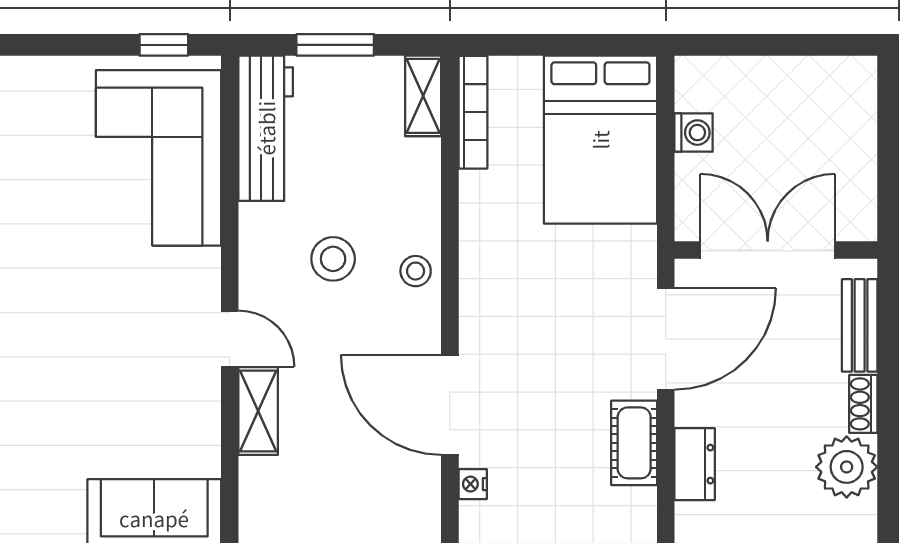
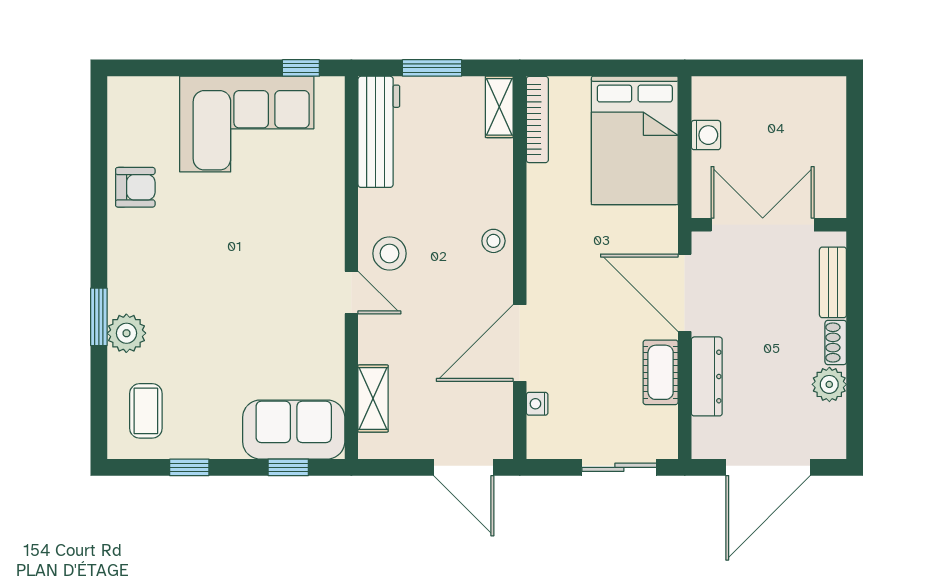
corner sofa: (158, 158) -> (247, 124), moved, turned -90
stool: (333, 259) -> (390, 253), moved
door: (666, 339) -> (685, 293), swing flipped
door: (450, 405) -> (520, 343), hinge flipped
shelving: (258, 411) -> (373, 398), moved
dresser: (695, 464) -> (707, 376), width x1.44
plant: (847, 467) -> (829, 384), width x0.73, depth x0.73

